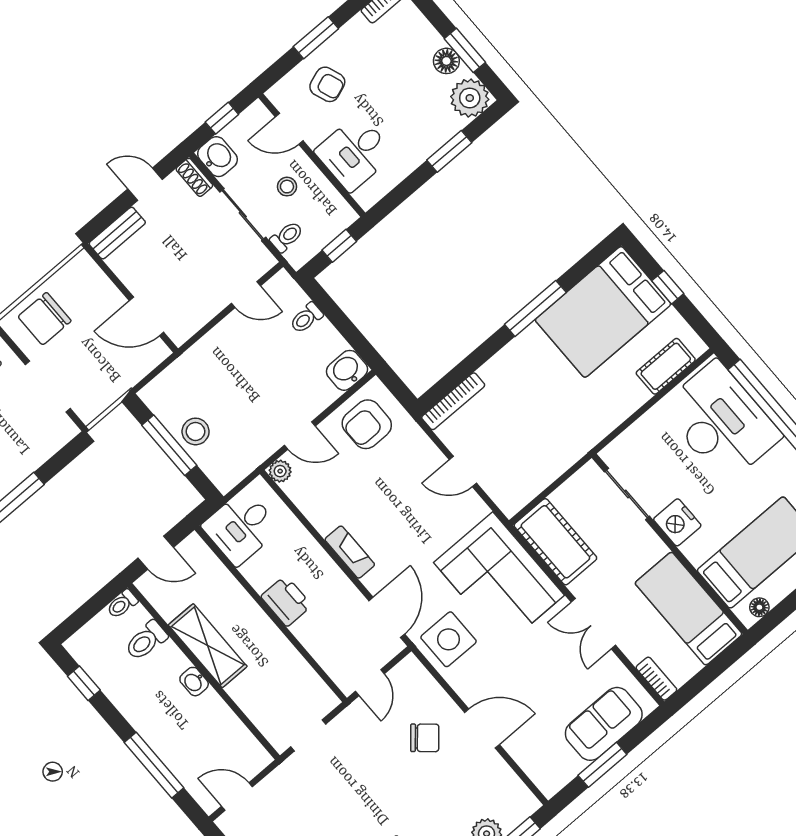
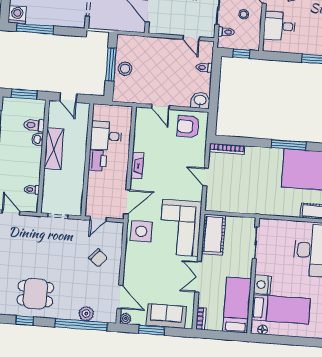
plant: (280, 471) -> (125, 319), moved
nightstand: (677, 522) -> (262, 285), moved
desk: (241, 527) -> (106, 136), moved
toilet: (122, 604) -> (32, 190), moved
window: (89, 610) -> (24, 94), added
washbasin: (194, 682) -> (38, 139), moved
door: (482, 729) -> (120, 297), moved

